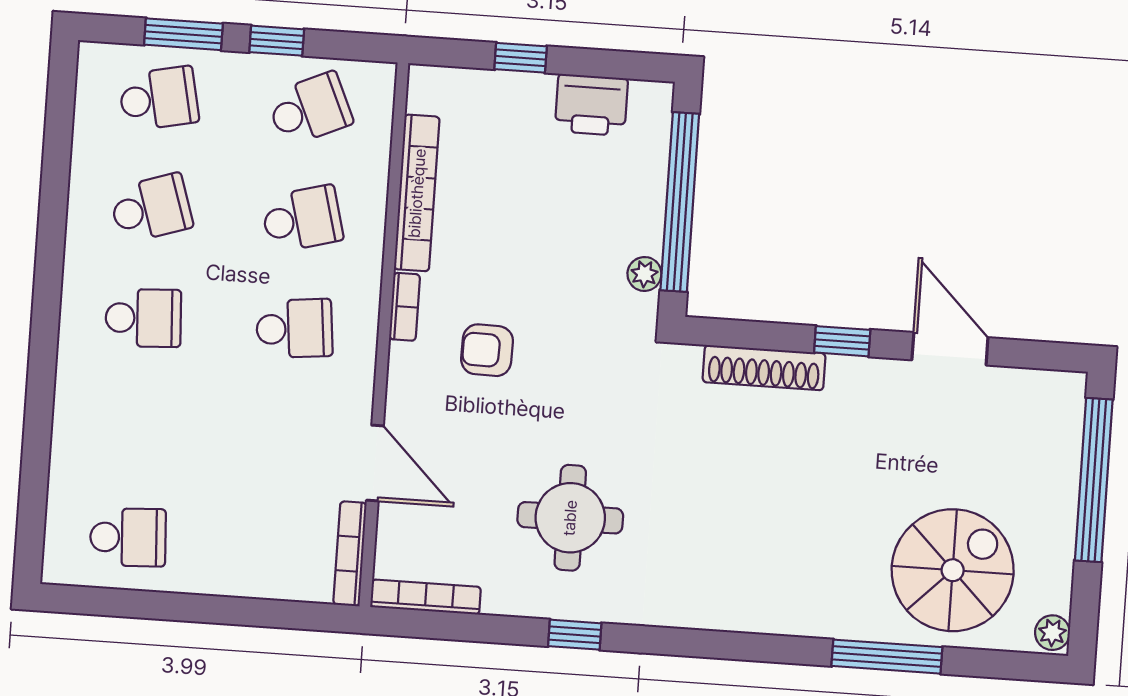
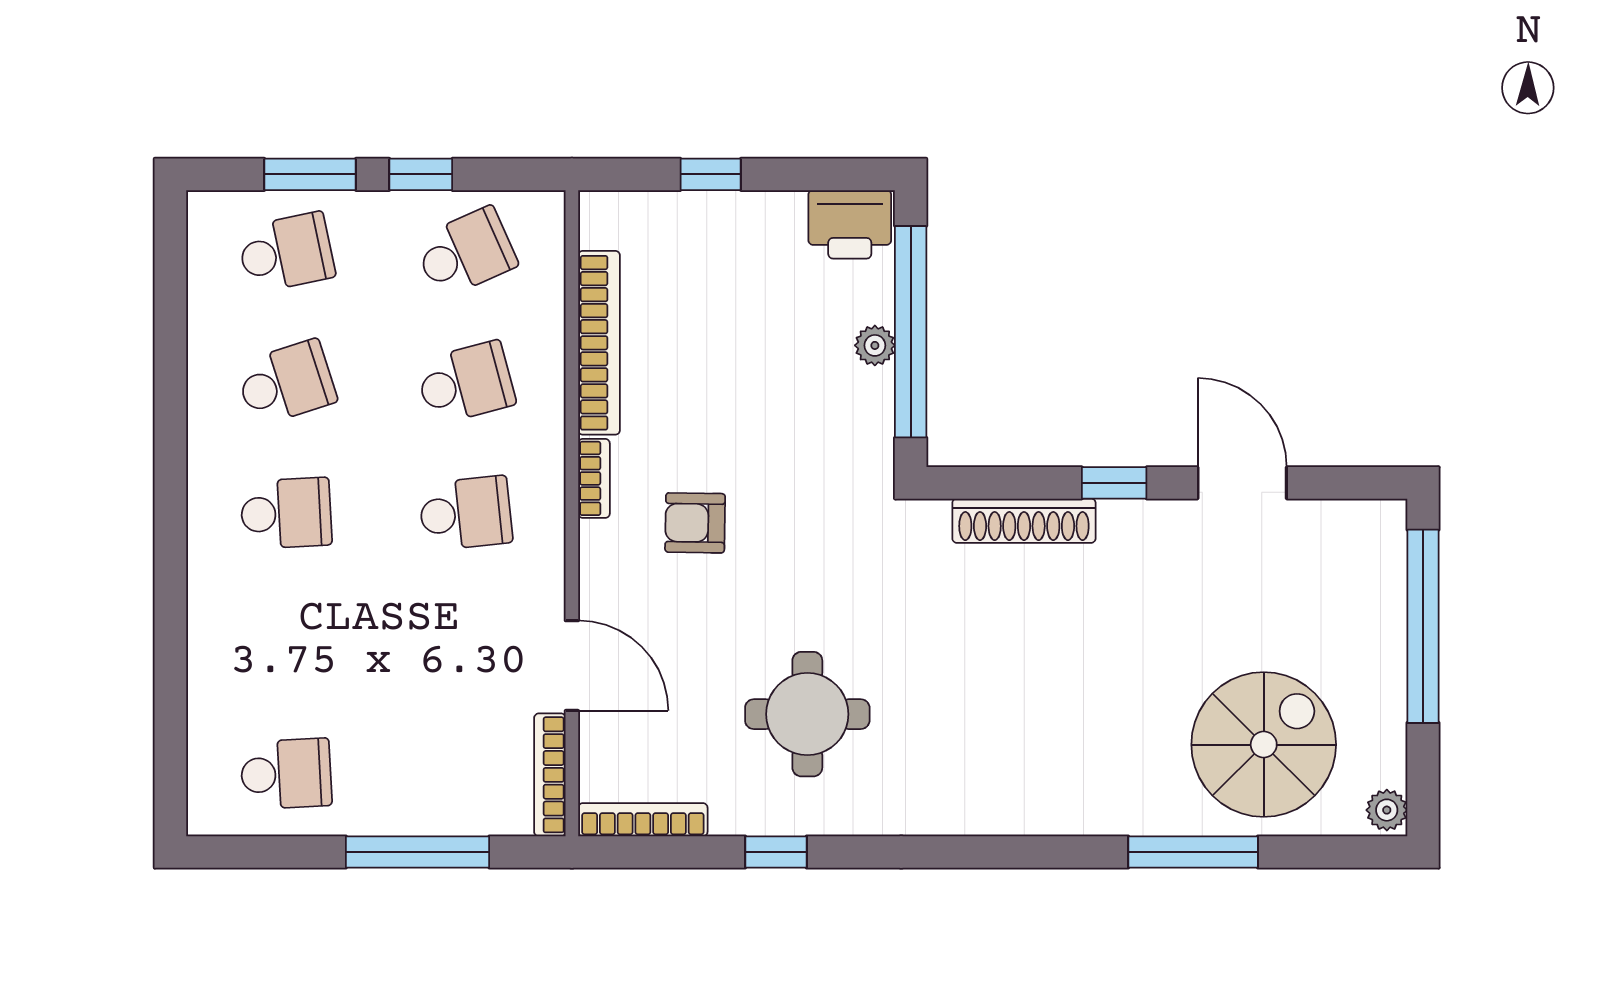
printer: (591, 105) -> (850, 224), moved
plant: (644, 274) -> (875, 345), moved
window: (234, 611) -> (418, 852), added
window: (575, 635) -> (776, 852), moved

